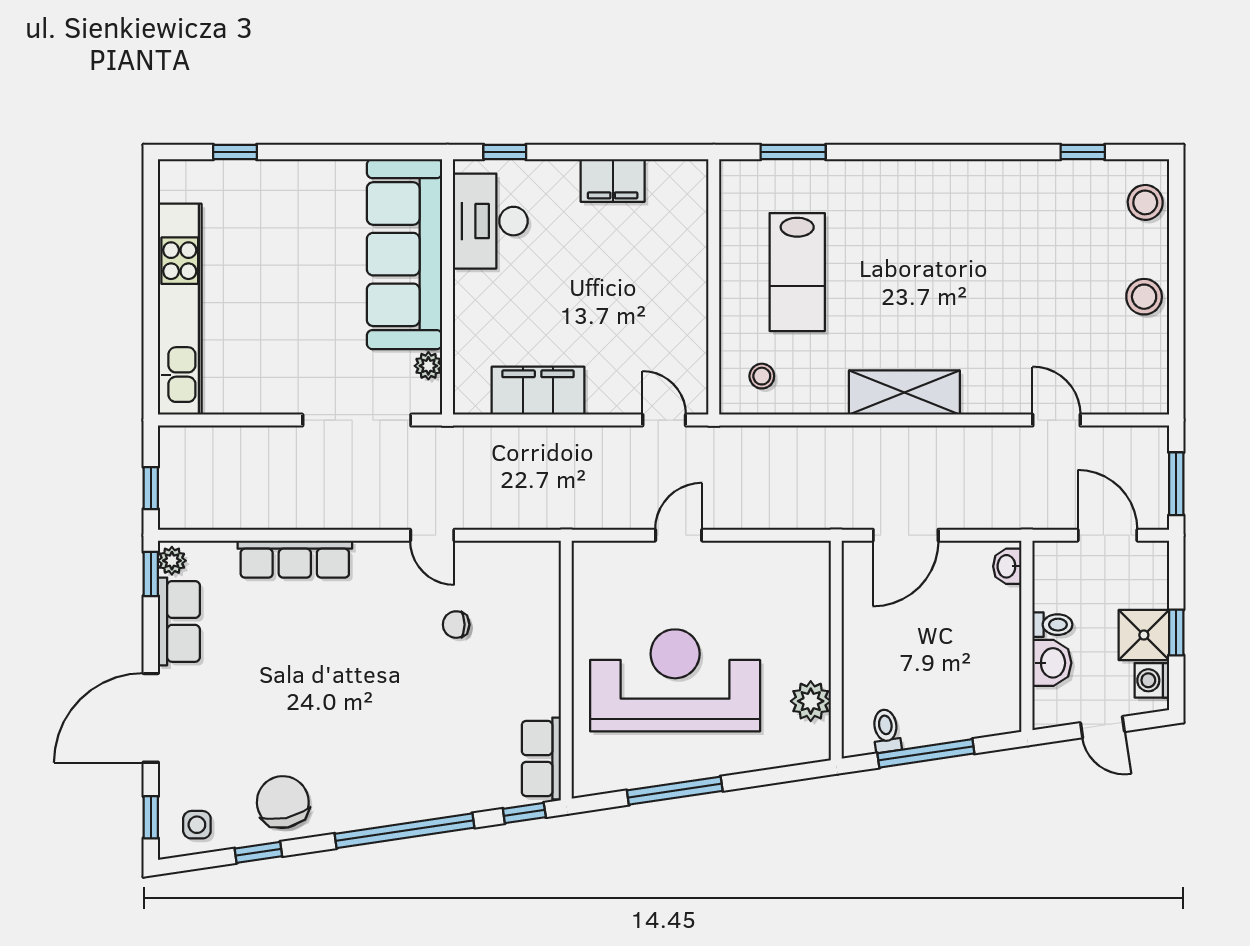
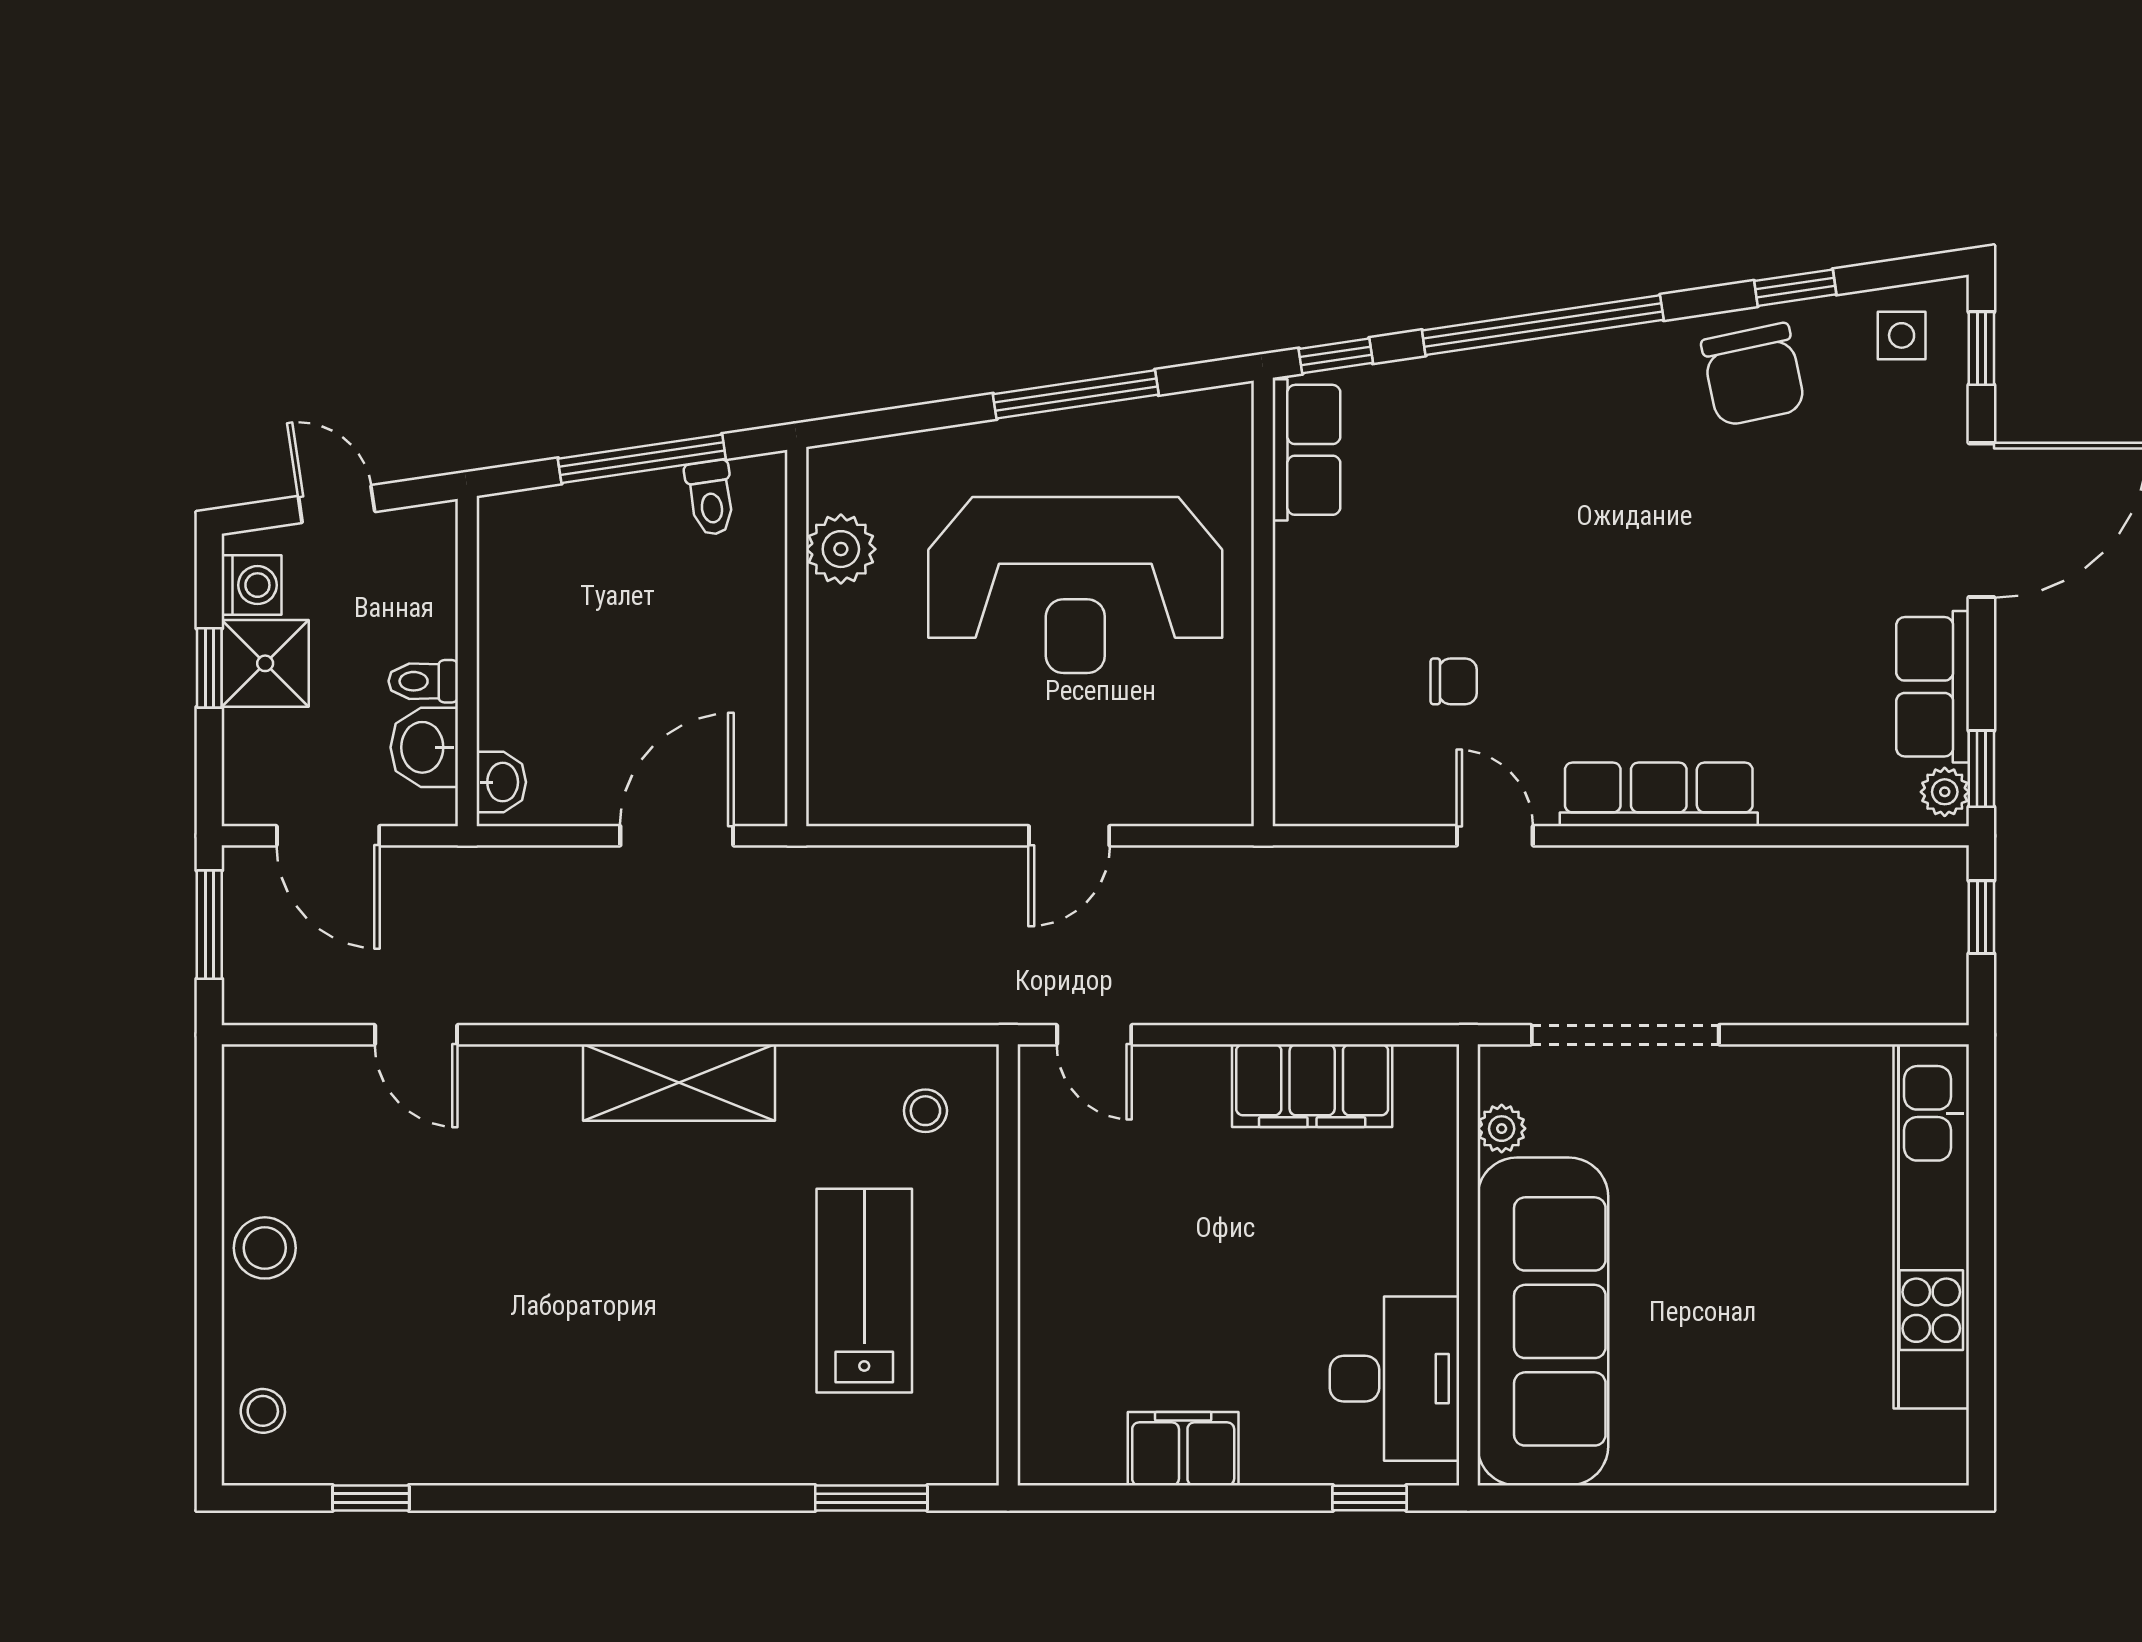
window: (235, 152) -> (1836, 1498), removed
stool: (1145, 202) -> (263, 1411), width x0.73, depth x0.73
row of seats: (295, 559) -> (1659, 794), moved
washbasin: (1052, 663) -> (424, 747), moved

